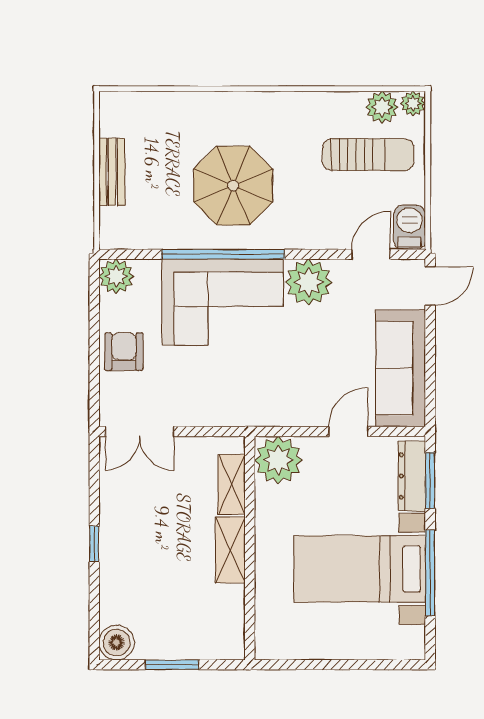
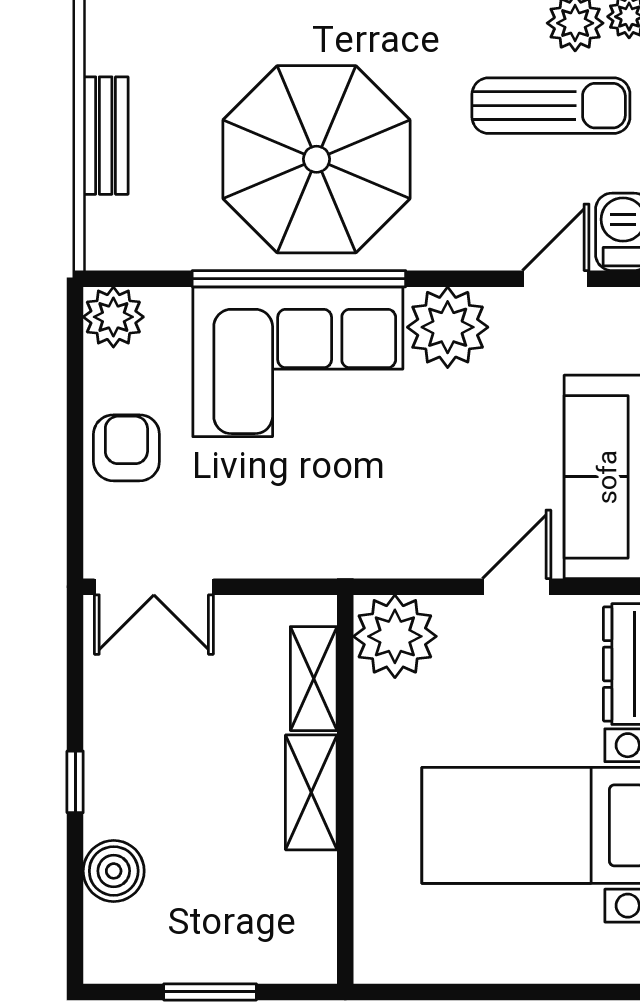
parasol: (233, 186) -> (316, 159), width x1.36, depth x1.36
boiler: (117, 642) -> (114, 871), moved

